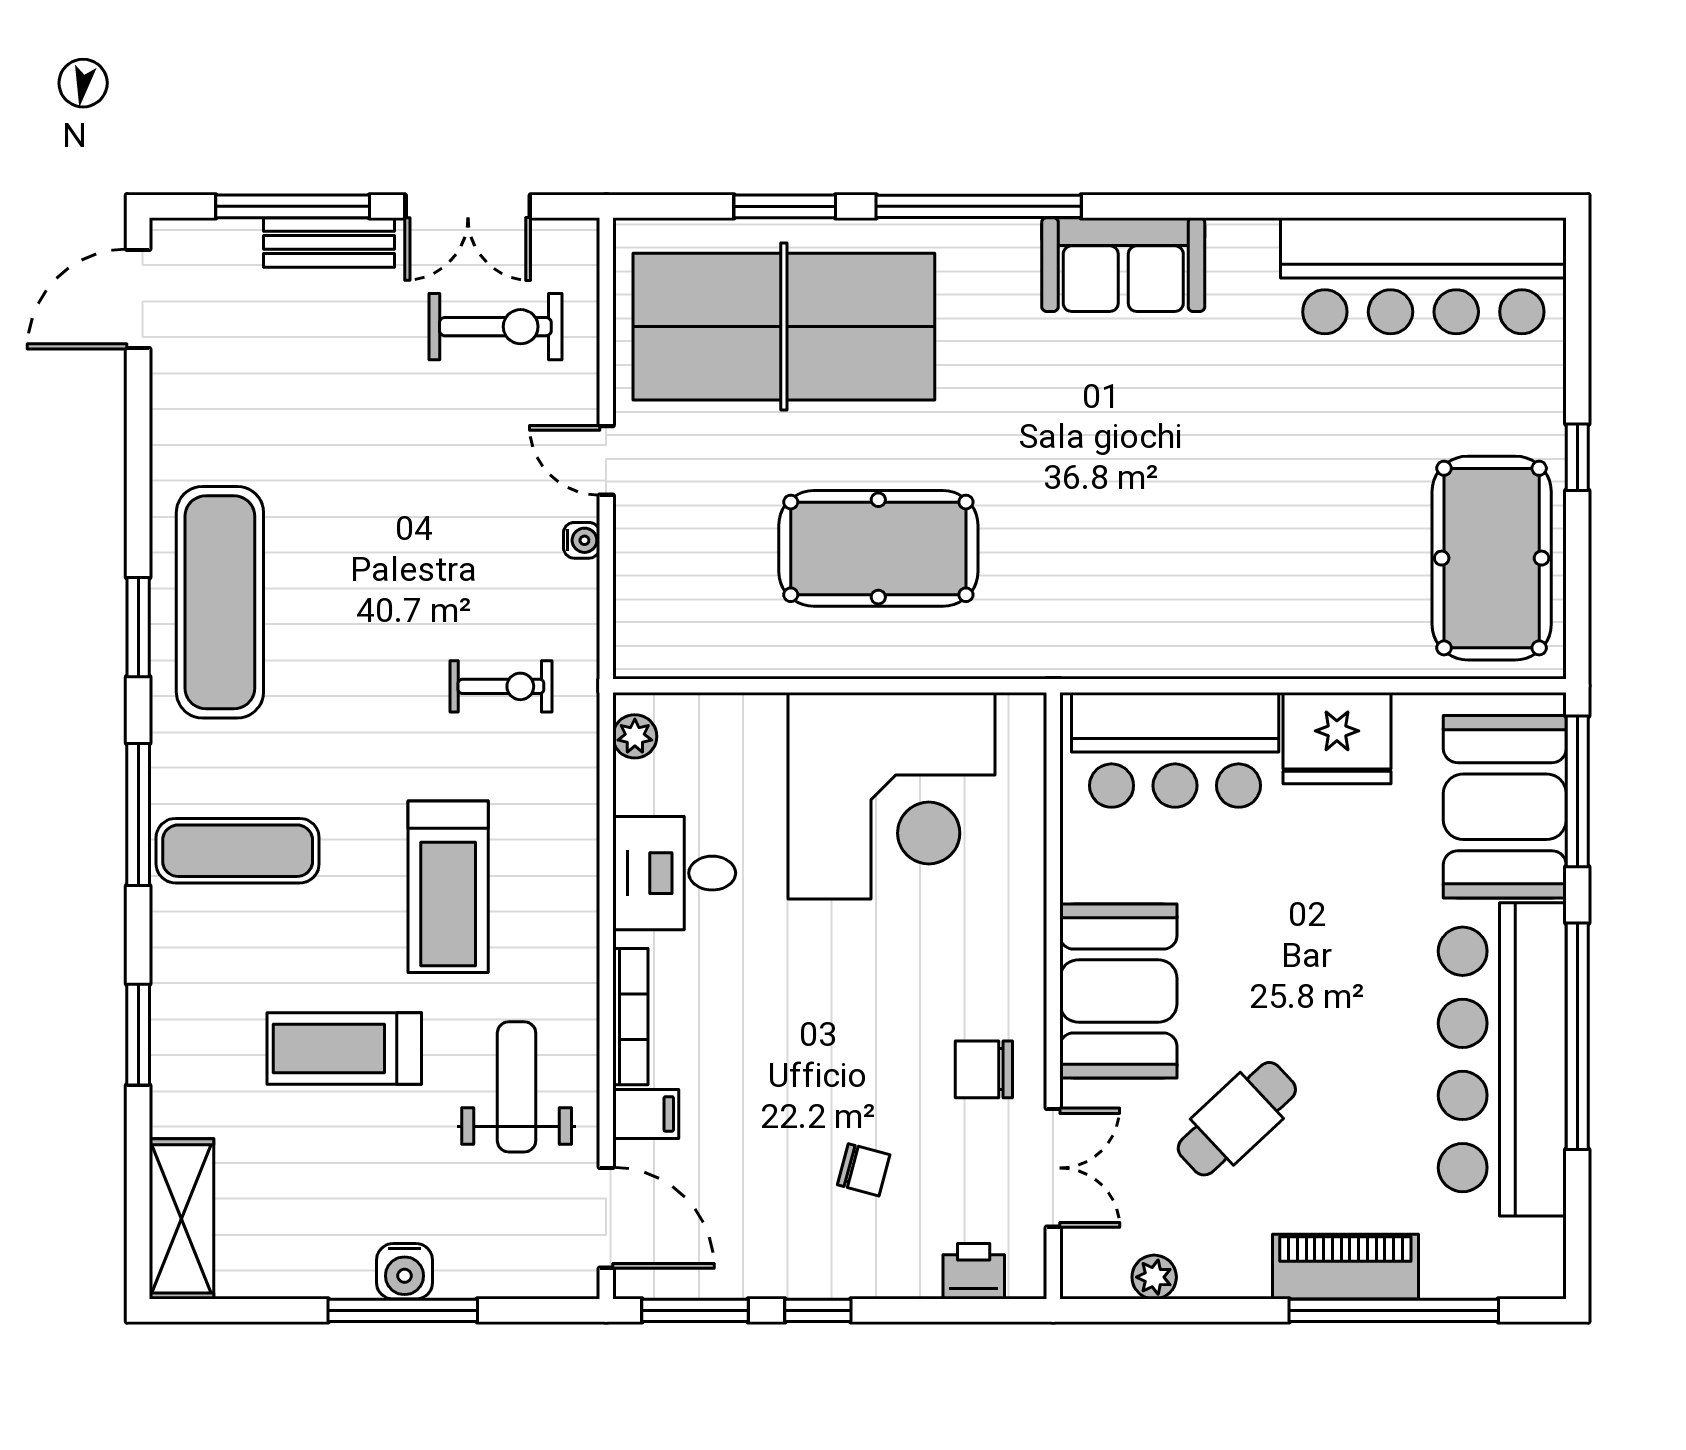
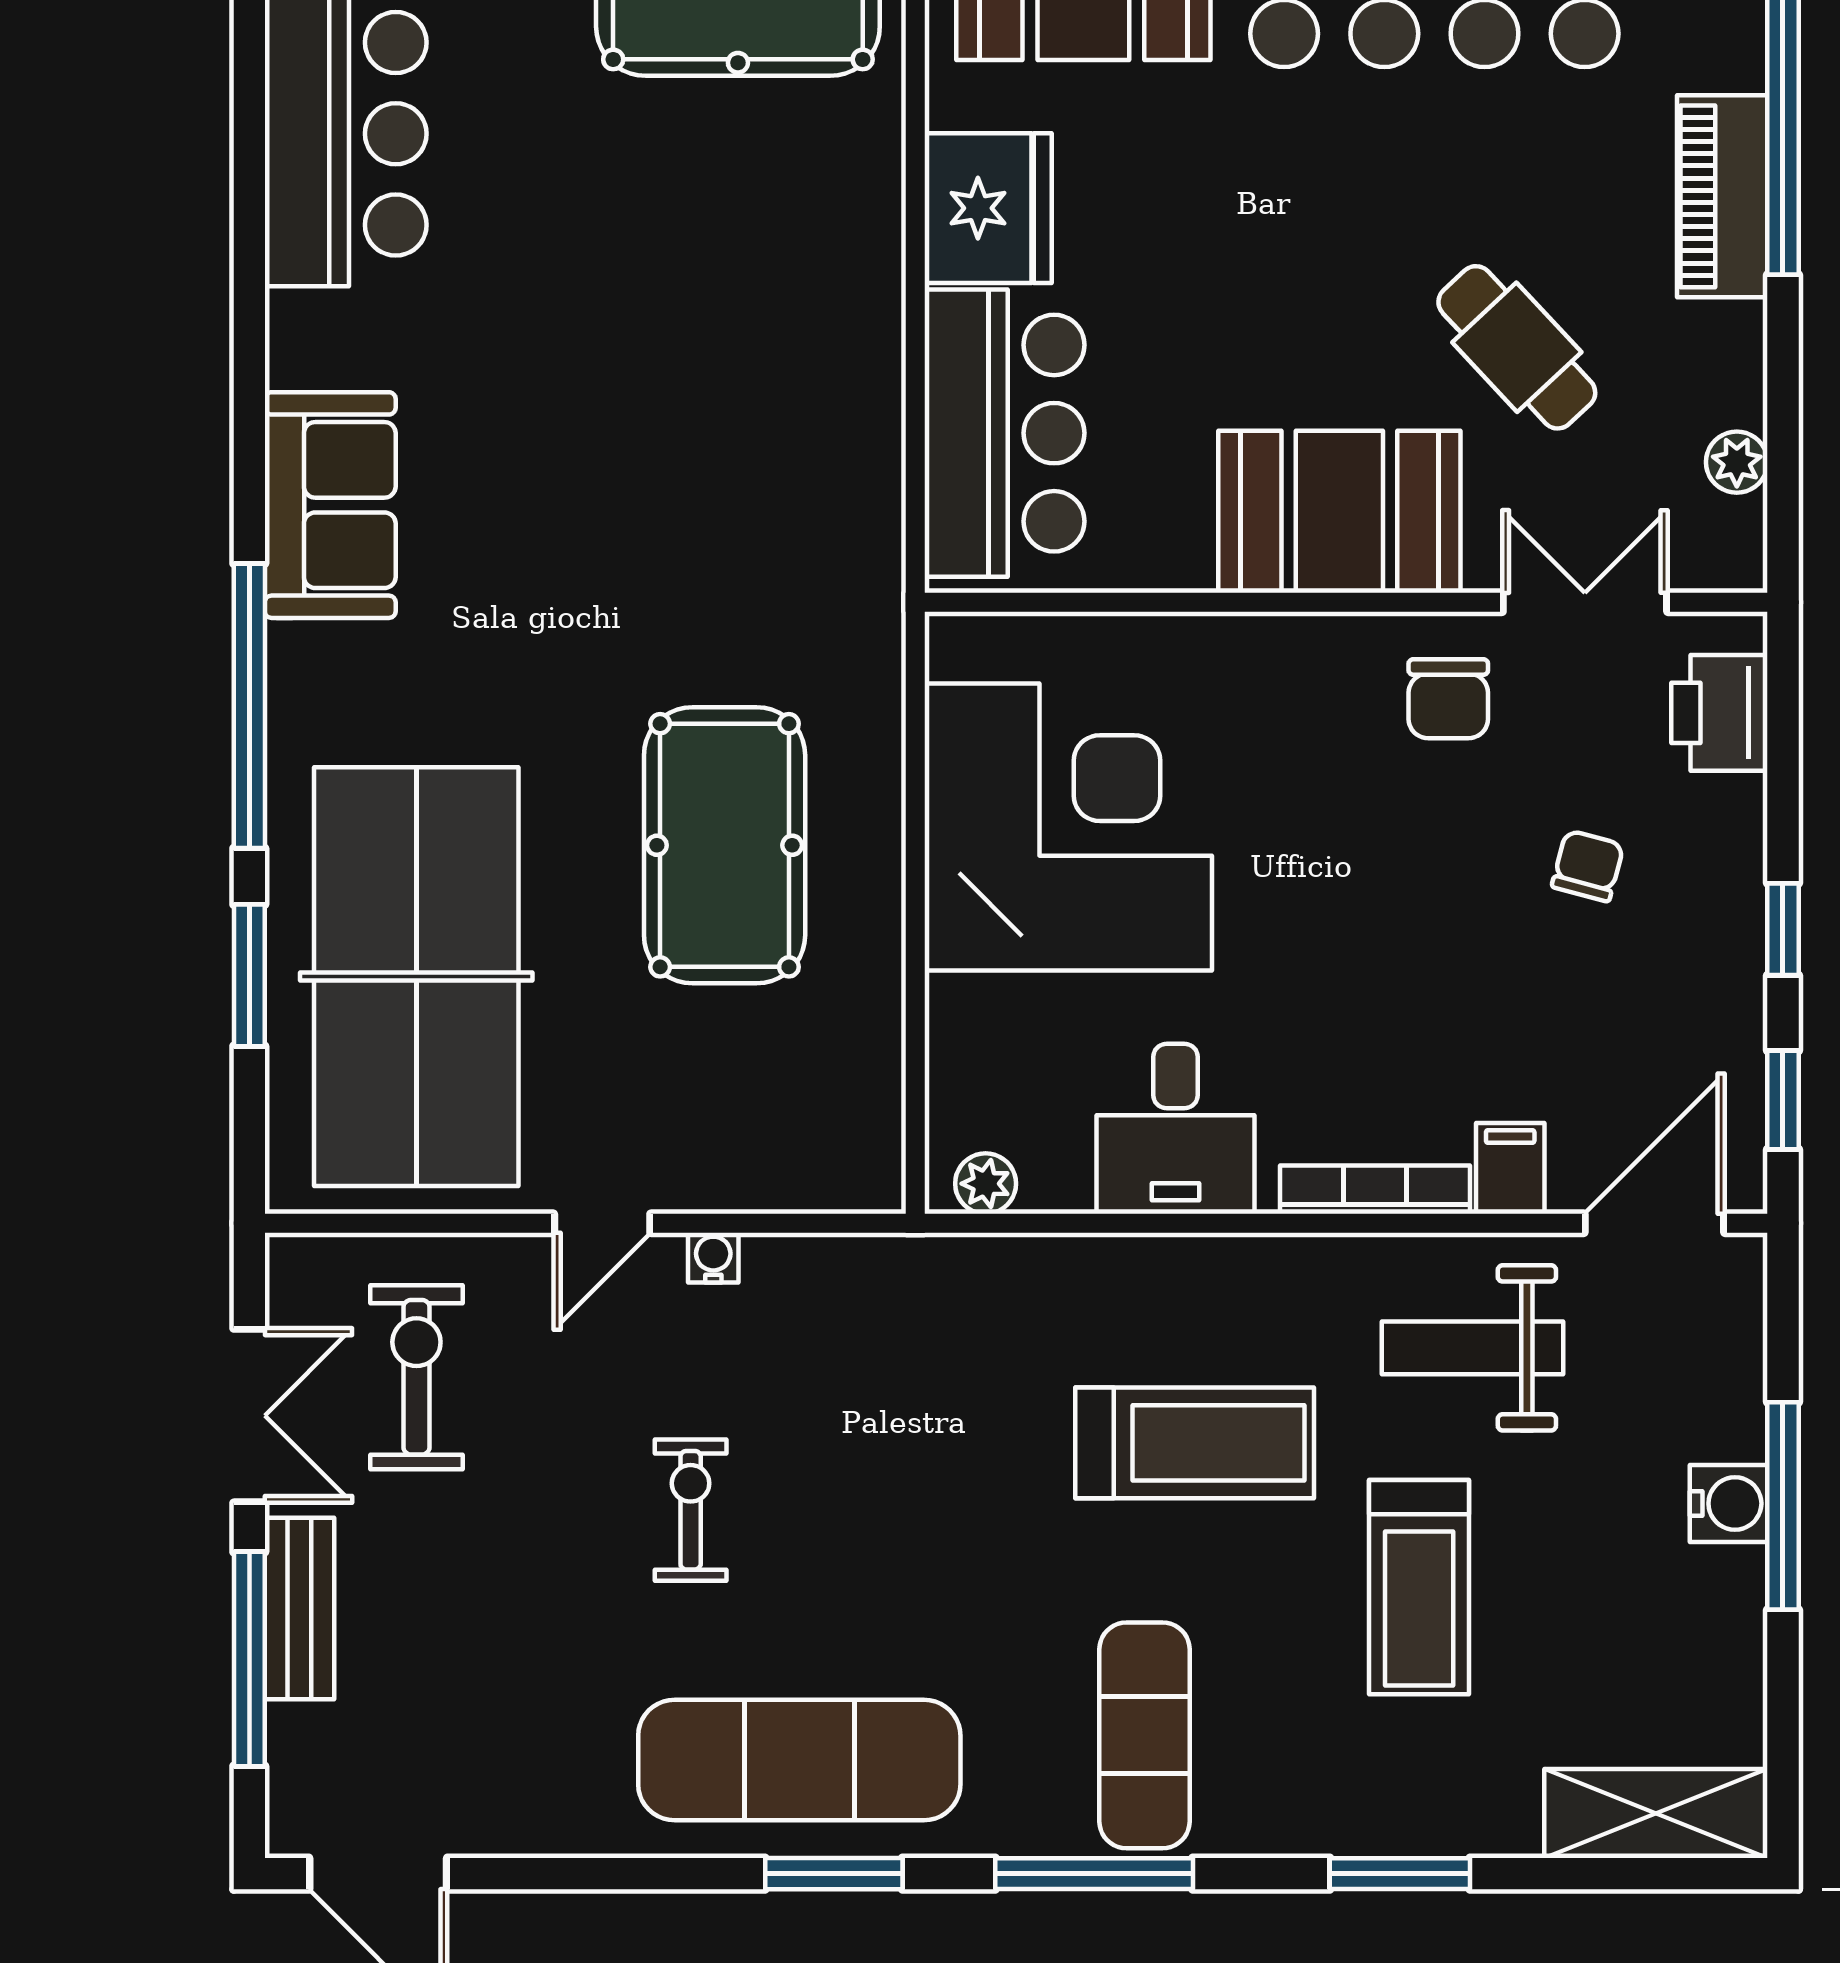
exercise bike: (501, 686) -> (691, 1510), moved
printer: (974, 1271) -> (1719, 713), width x1.36, depth x1.24
window: (695, 1310) -> (1783, 1100), width x0.67

